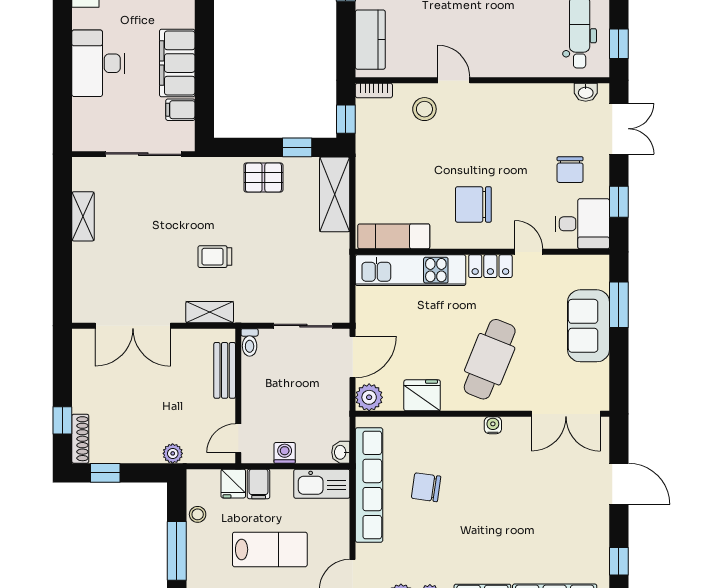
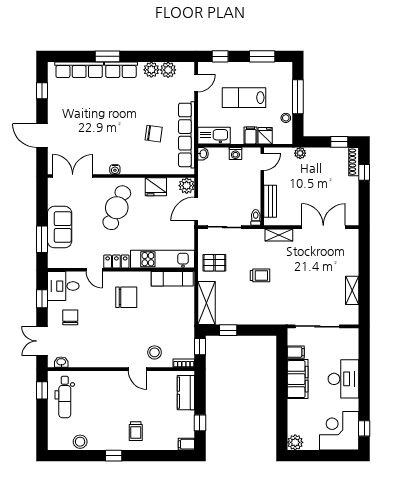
pallet: (263, 177) -> (214, 263), moved
trolley: (215, 257) -> (260, 275), moved

